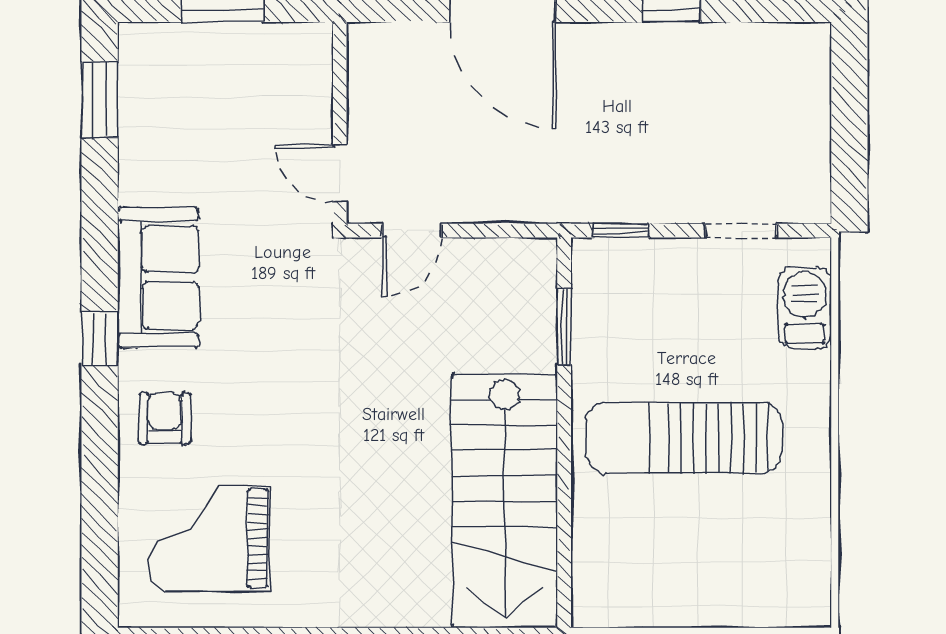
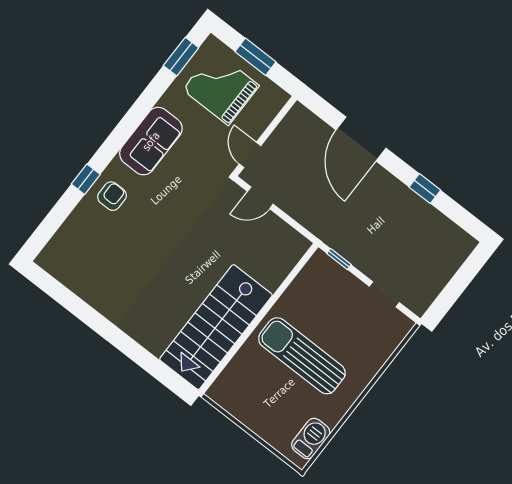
barbecue: (805, 308) -> (311, 439), moved
window: (564, 326) -> (290, 279), removed
window: (100, 339) -> (86, 179), moved
grand piano: (208, 538) -> (221, 88), moved

